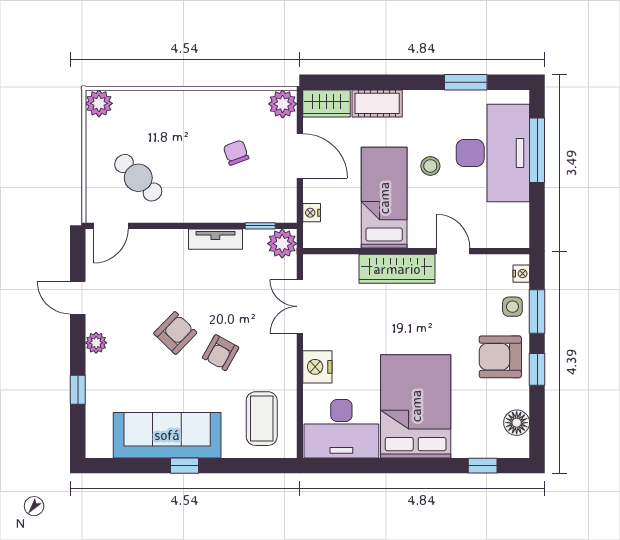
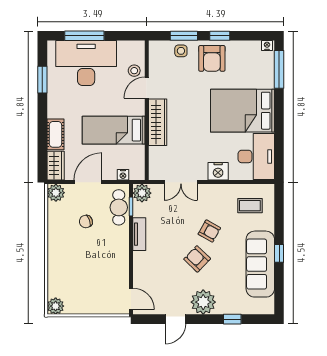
stool: (430, 166) -> (134, 71), moved
cafe table: (138, 178) -> (119, 207), moved, turned -45
nightstand: (521, 274) -> (267, 45), moved
plant: (96, 343) -> (203, 302), width x1.88, depth x1.88
coffee table: (262, 419) -> (250, 206), width x0.73, depth x0.77
floor lamp: (517, 423) -> (253, 48), removed
window: (483, 466) -> (279, 69), width x2.17

